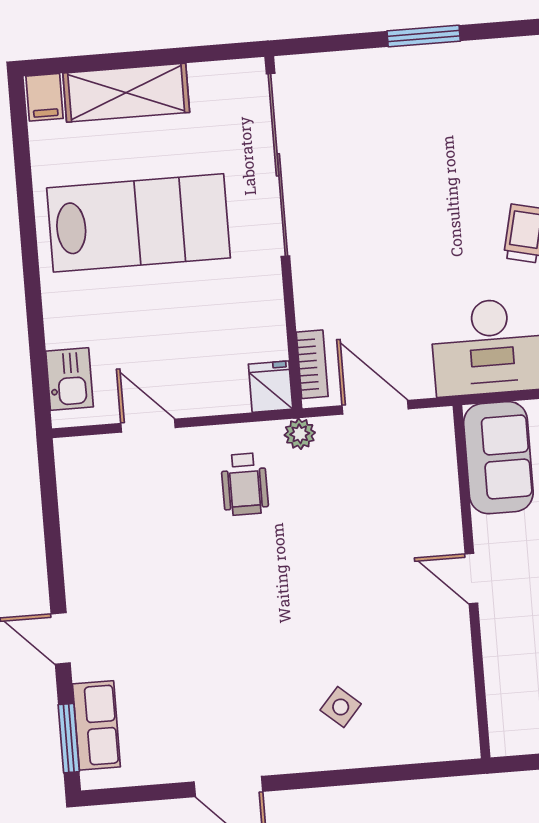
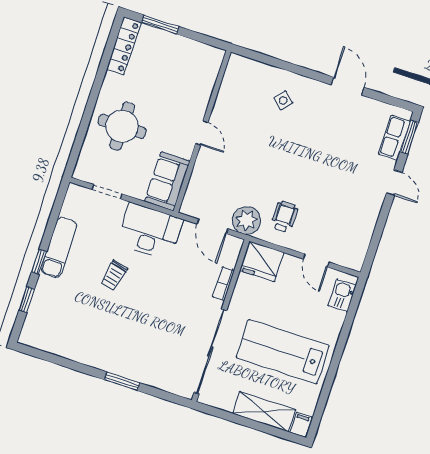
bookcase: (312, 364) -> (223, 284), moved
fridge: (271, 387) -> (262, 261), width x1.88, depth x1.34
plant: (300, 434) -> (246, 220), width x1.88, depth x1.88

